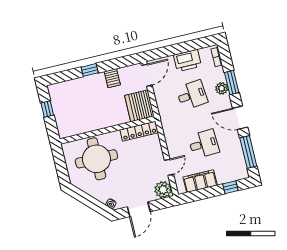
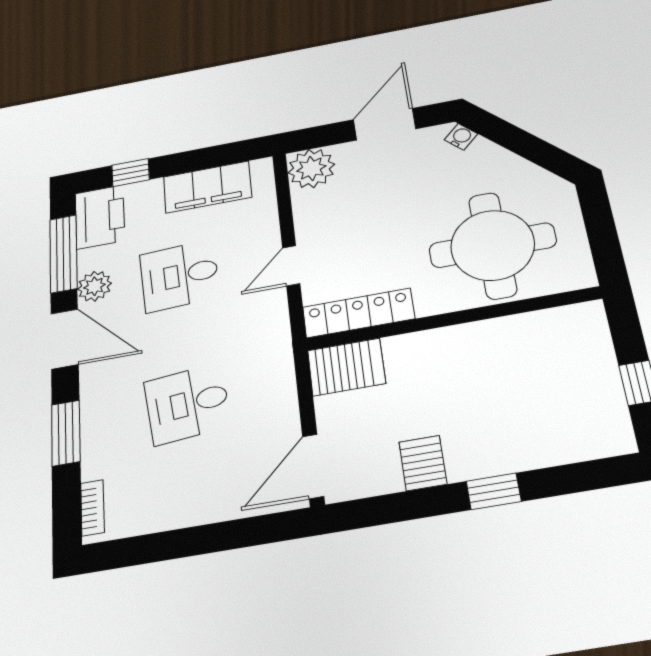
printer: (187, 61) -> (100, 217), moved, turned 90
plant: (222, 88) -> (94, 286), moved
server rack: (139, 106) -> (346, 367), width x0.62
door: (169, 167) -> (291, 266), moved

